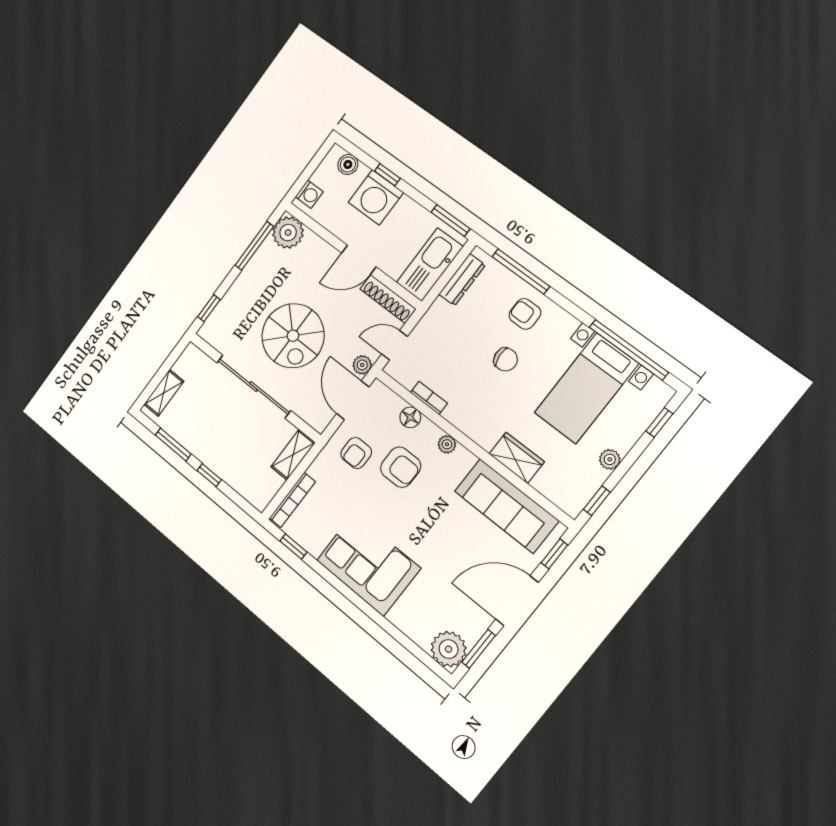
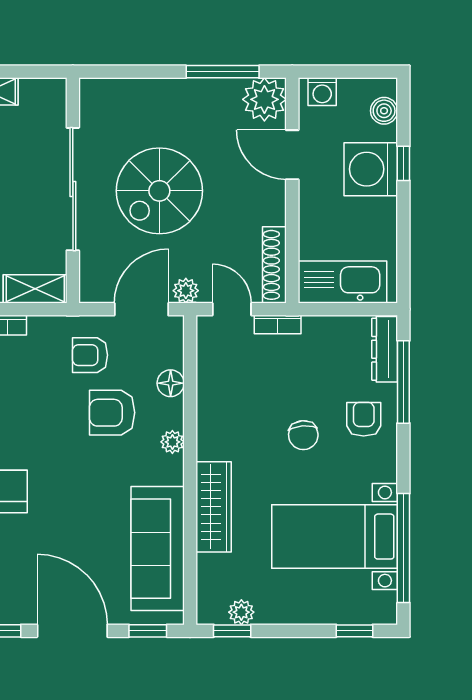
window: (450, 220) -> (403, 269), removed
door: (359, 260) -> (292, 155), moved
dresser: (462, 280) -> (385, 349), moved, turned 90
window: (209, 308) -> (118, 72), removed
bookcase: (429, 398) -> (278, 325), moved, turned 90
wardrobe: (517, 458) -> (214, 507), width x1.50
plant: (610, 459) -> (241, 612), moved
armchair: (401, 467) -> (112, 413), turned 90

